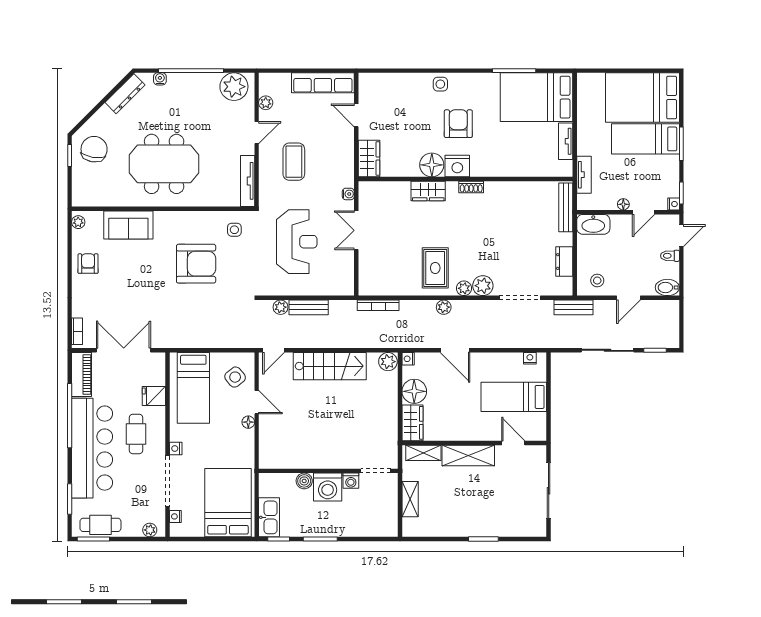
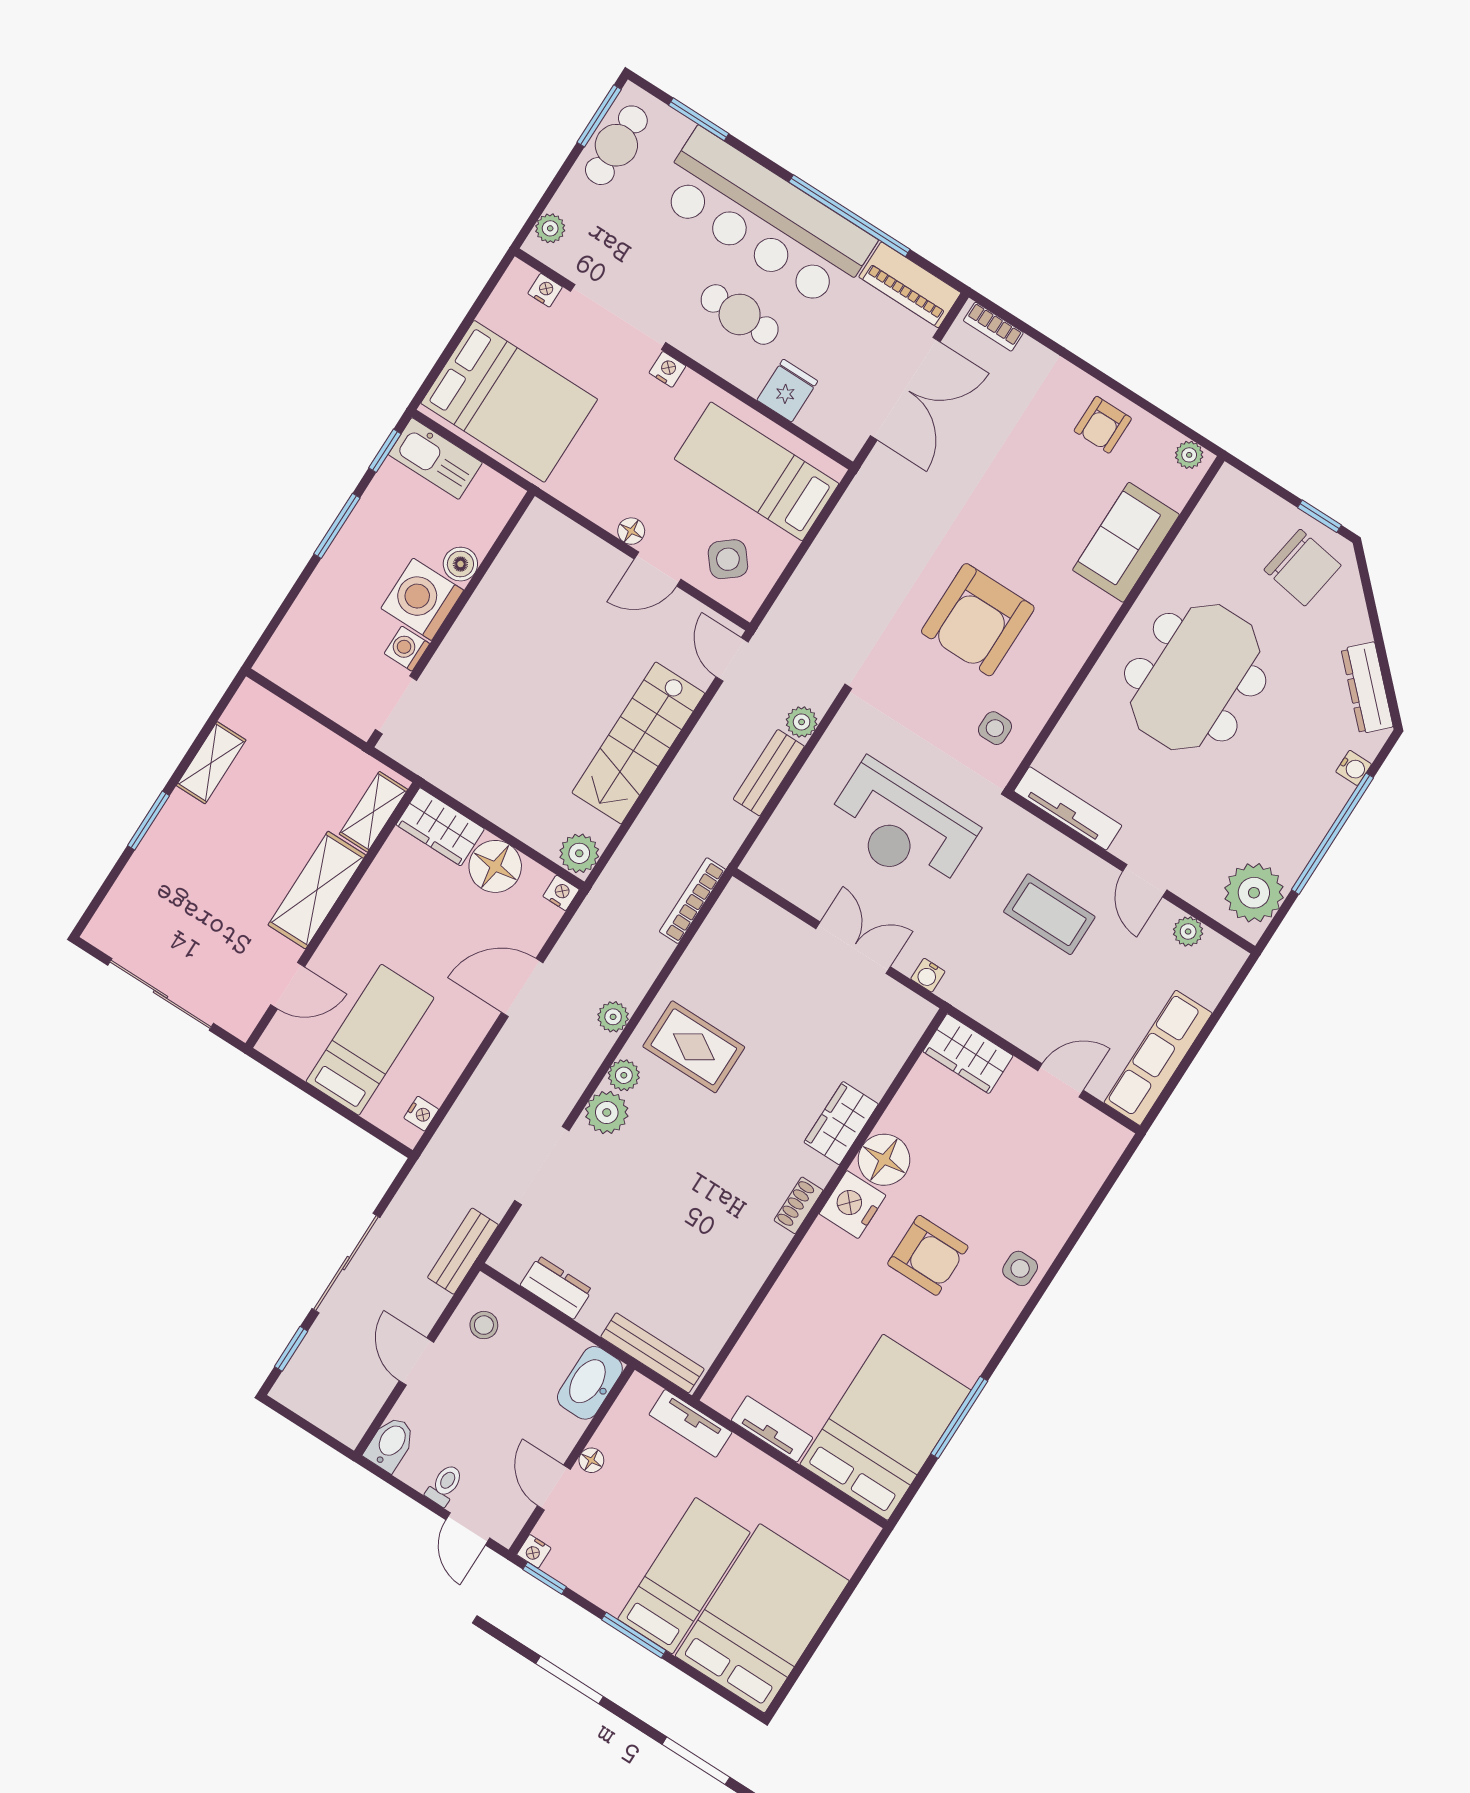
armchair: (88, 264) -> (1103, 425), turned 90
shelving: (410, 499) -> (211, 763), moved, turned 90

